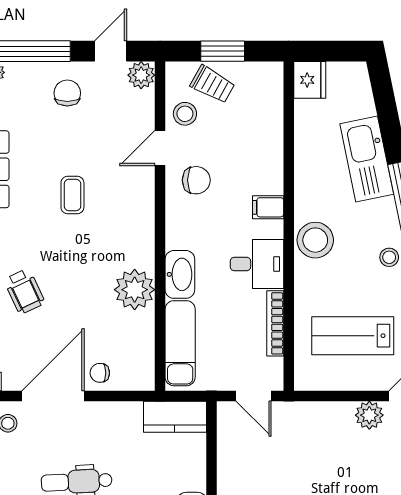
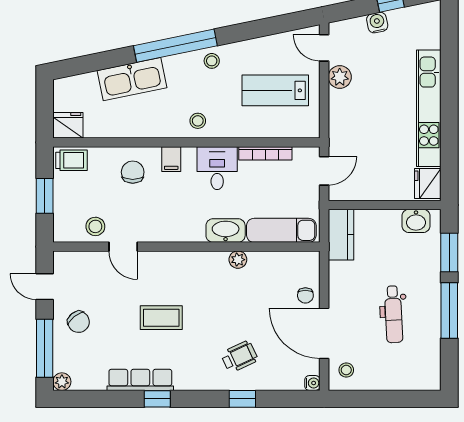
plant: (141, 75) -> (64, 262), removed
trolley: (212, 84) -> (71, 160), moved, turned 61
chair: (67, 93) -> (79, 322), turned -129
chair: (196, 180) -> (133, 172), moved
coffee table: (72, 195) -> (161, 318), width x1.36, depth x1.30
stool: (315, 240) -> (198, 121), width x0.53, depth x0.53
plant: (135, 290) -> (238, 260), width x0.53, depth x0.53
lab bench: (353, 336) -> (275, 90), turned 90

